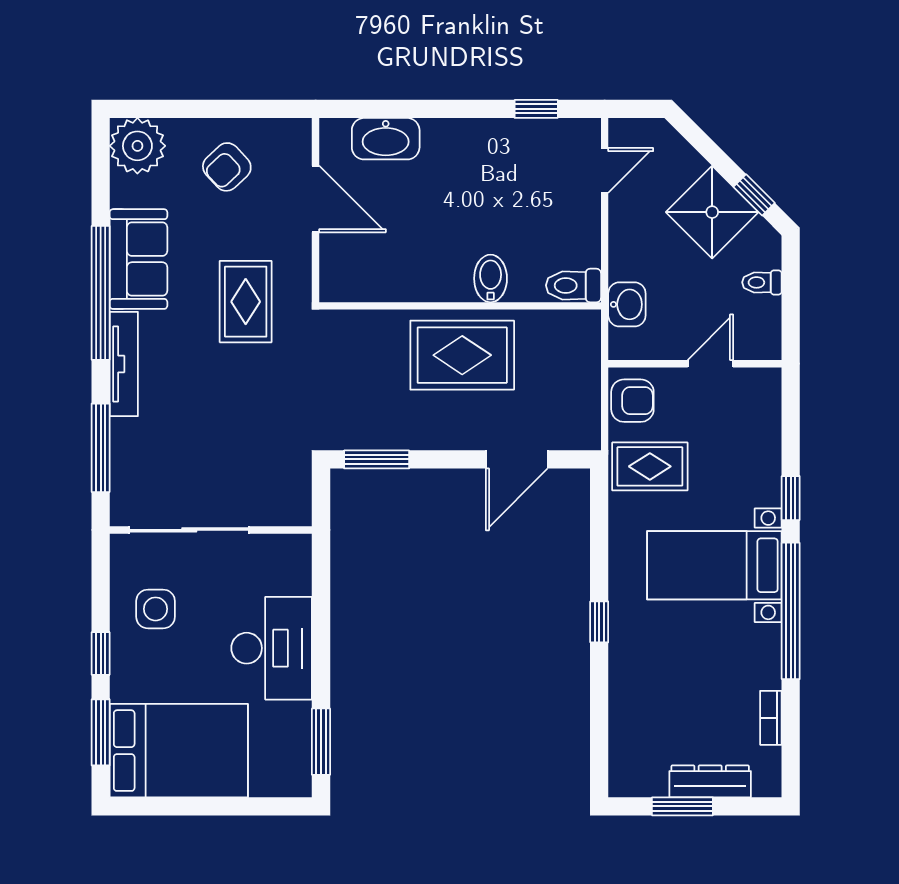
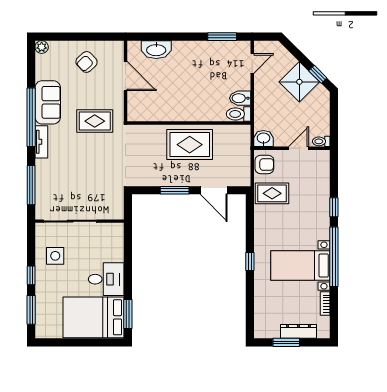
window: (536, 109) -> (222, 37), width x1.50
plant: (137, 146) -> (42, 47), width x0.53, depth x0.53
bidet: (491, 278) -> (240, 98), moved, turned -90
toilet: (762, 282) -> (321, 141), moved
rug: (246, 302) -> (95, 121), turned 90
washbasin: (627, 304) -> (263, 138), moved, turned -90
tv unit: (124, 364) -> (41, 142), width x0.71
window: (377, 459) -> (175, 190), moved
door: (517, 459) -> (214, 190), hinge flipped
bed with nightstands: (714, 565) -> (300, 266), moved
desk: (272, 648) -> (106, 279), width x0.73
bed: (179, 751) -> (94, 317), moved, turned 180

